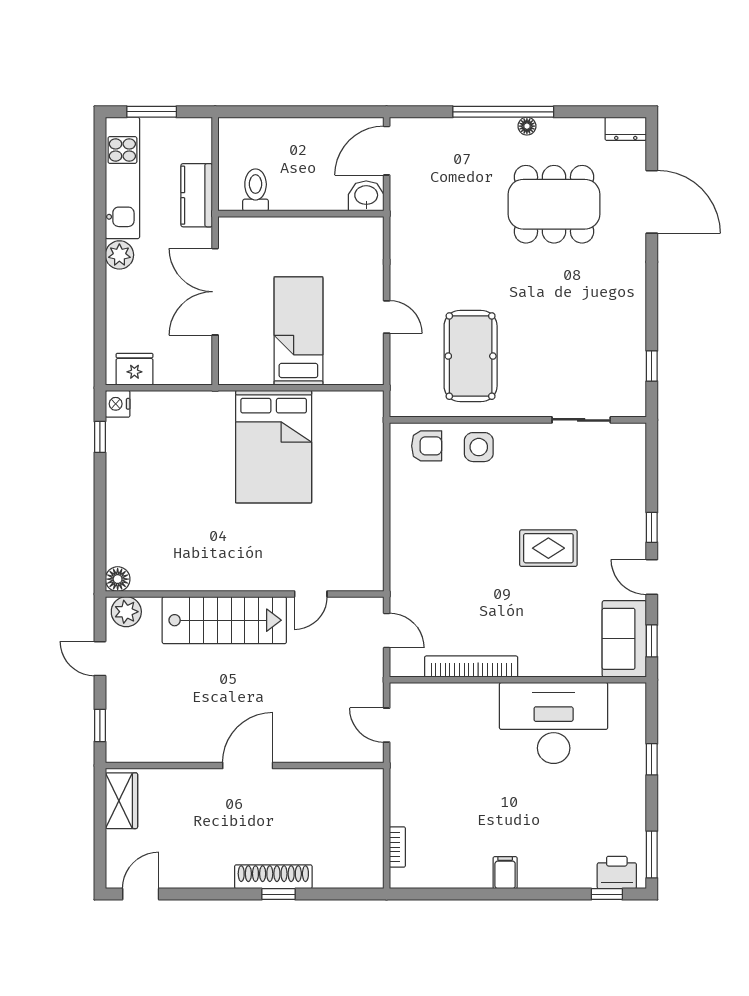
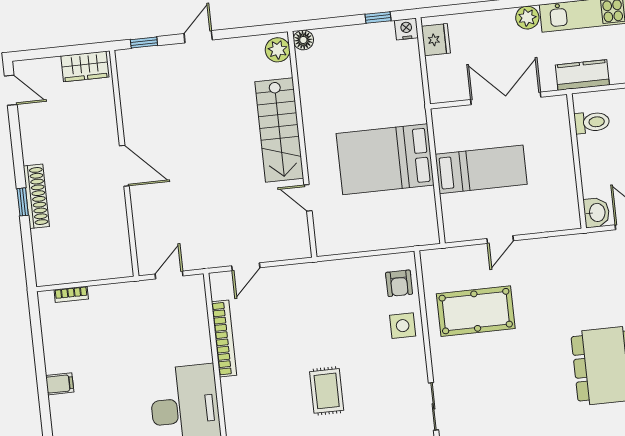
floor lamp: (118, 579) -> (303, 40), moved
wall: (245, 594) -> (302, 144), moved
door: (311, 594) -> (308, 198), moved
plant: (126, 612) -> (278, 50), moved
stairs: (224, 620) -> (279, 130), moved

